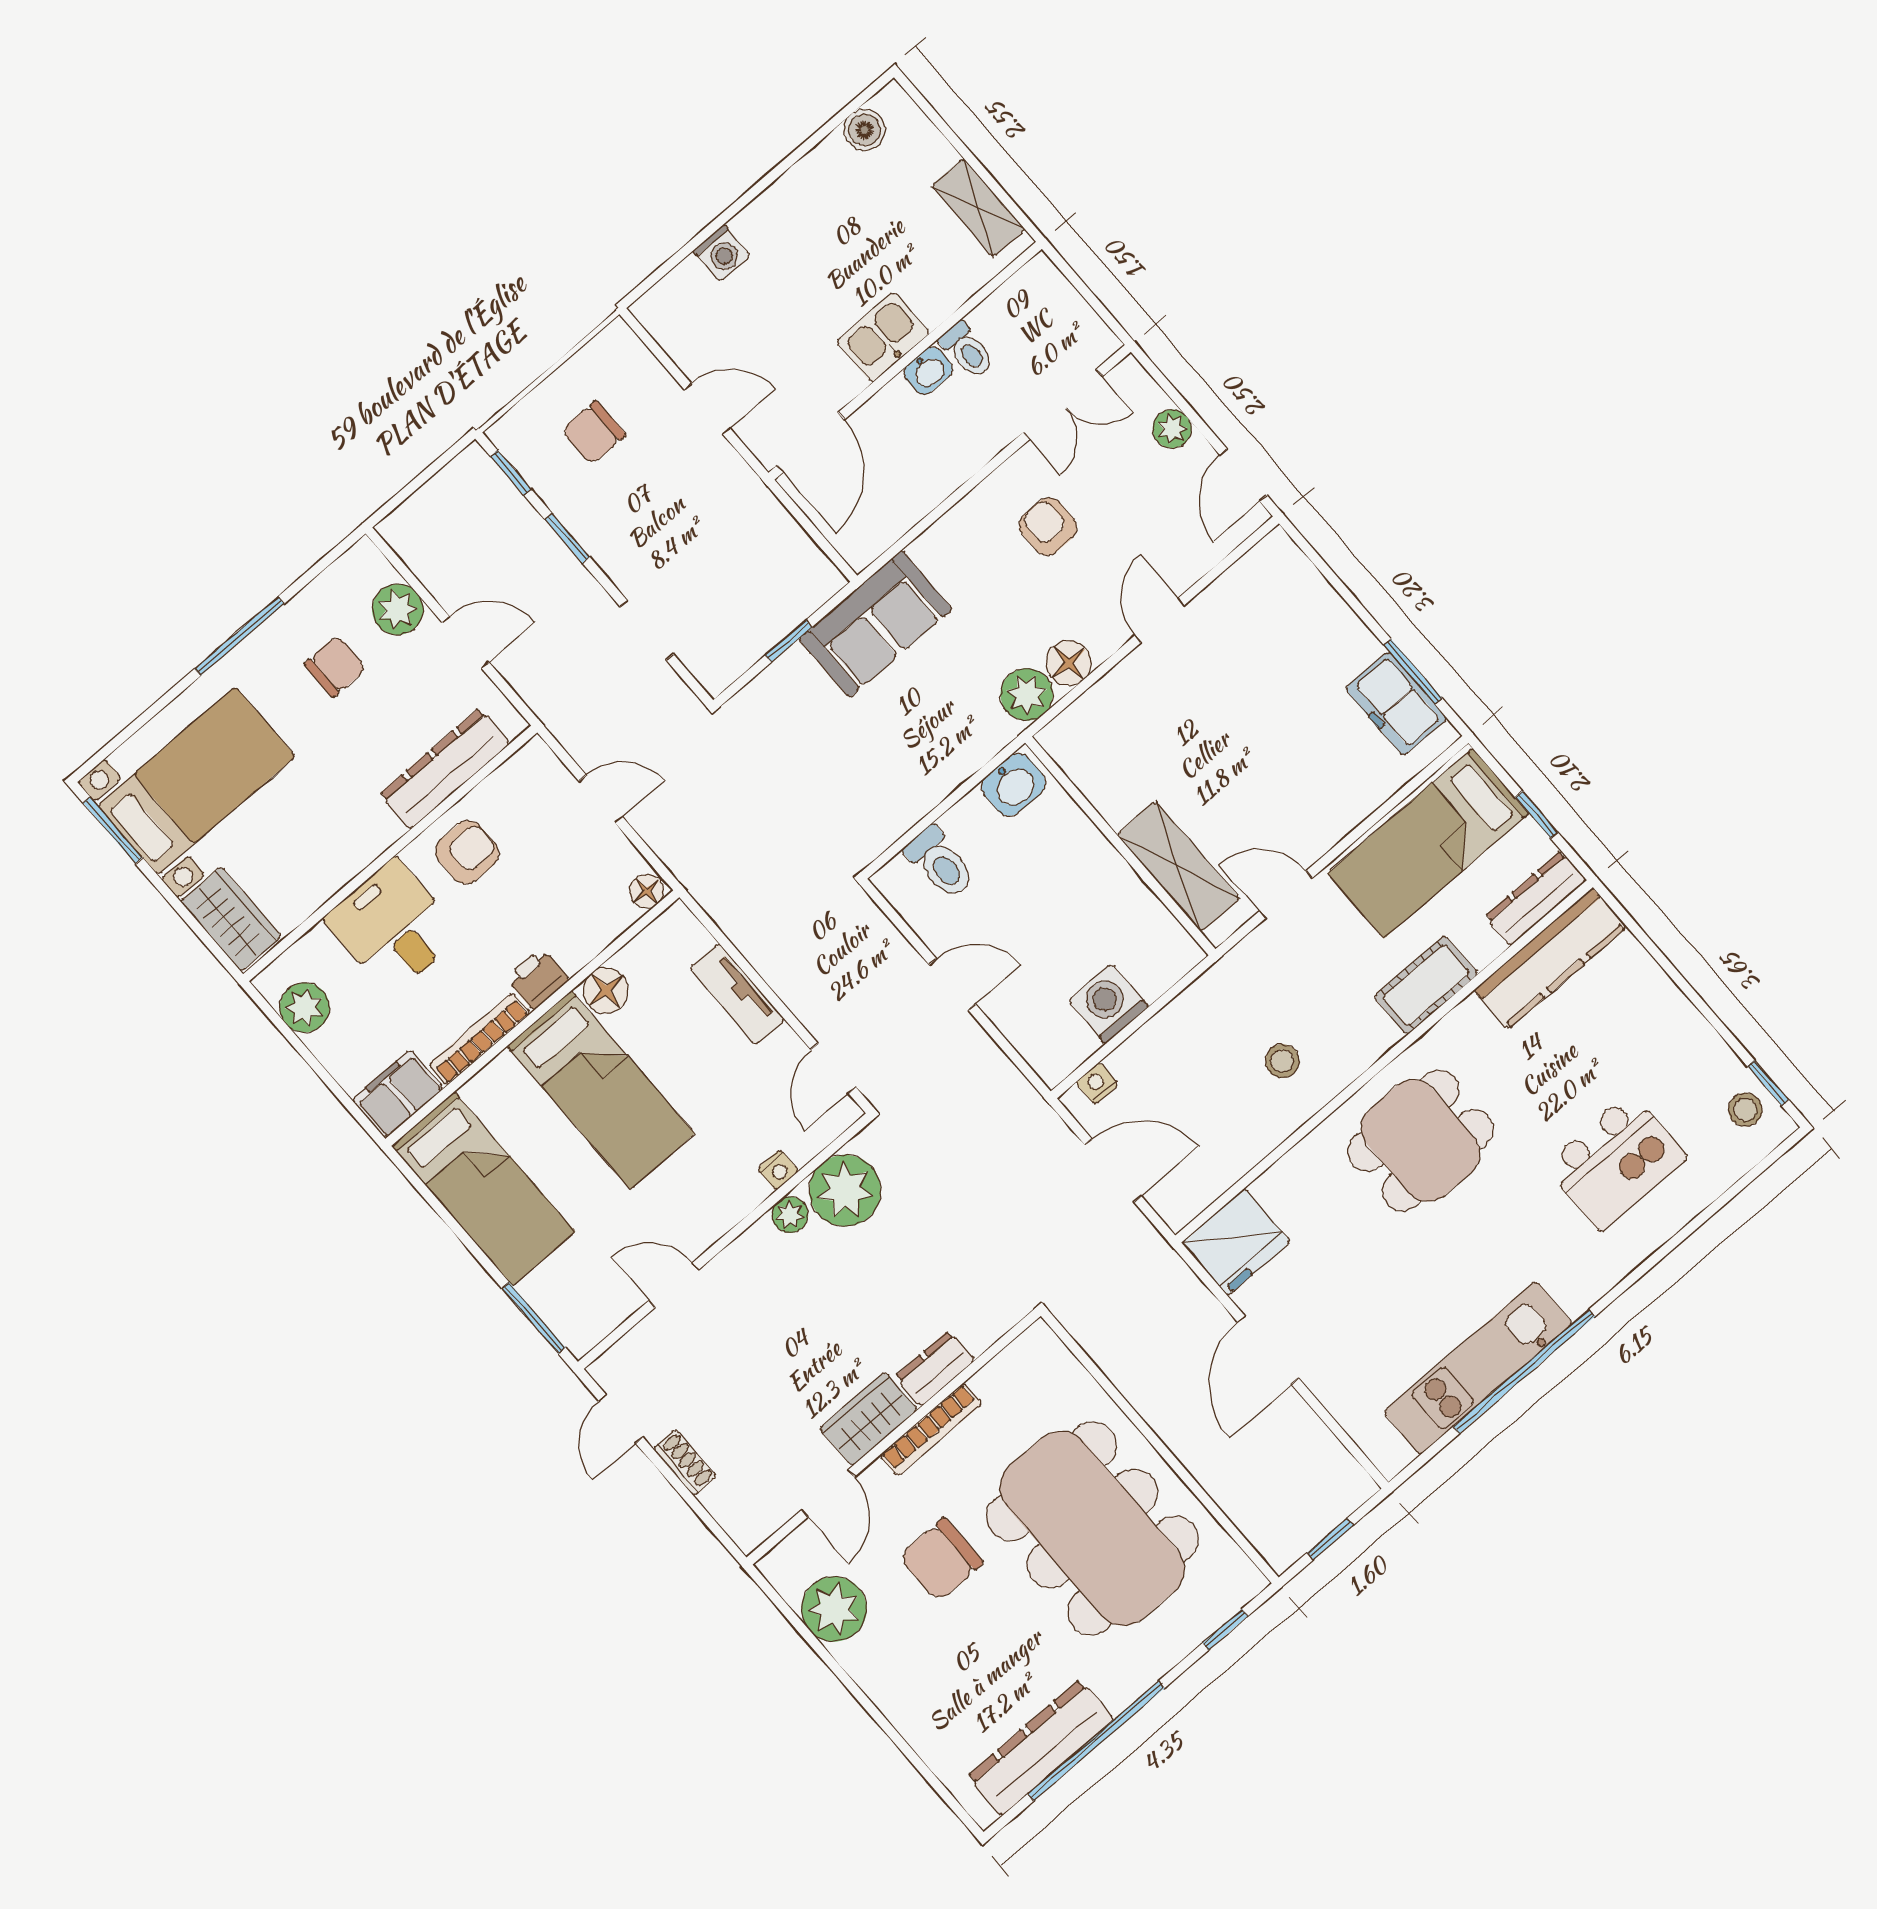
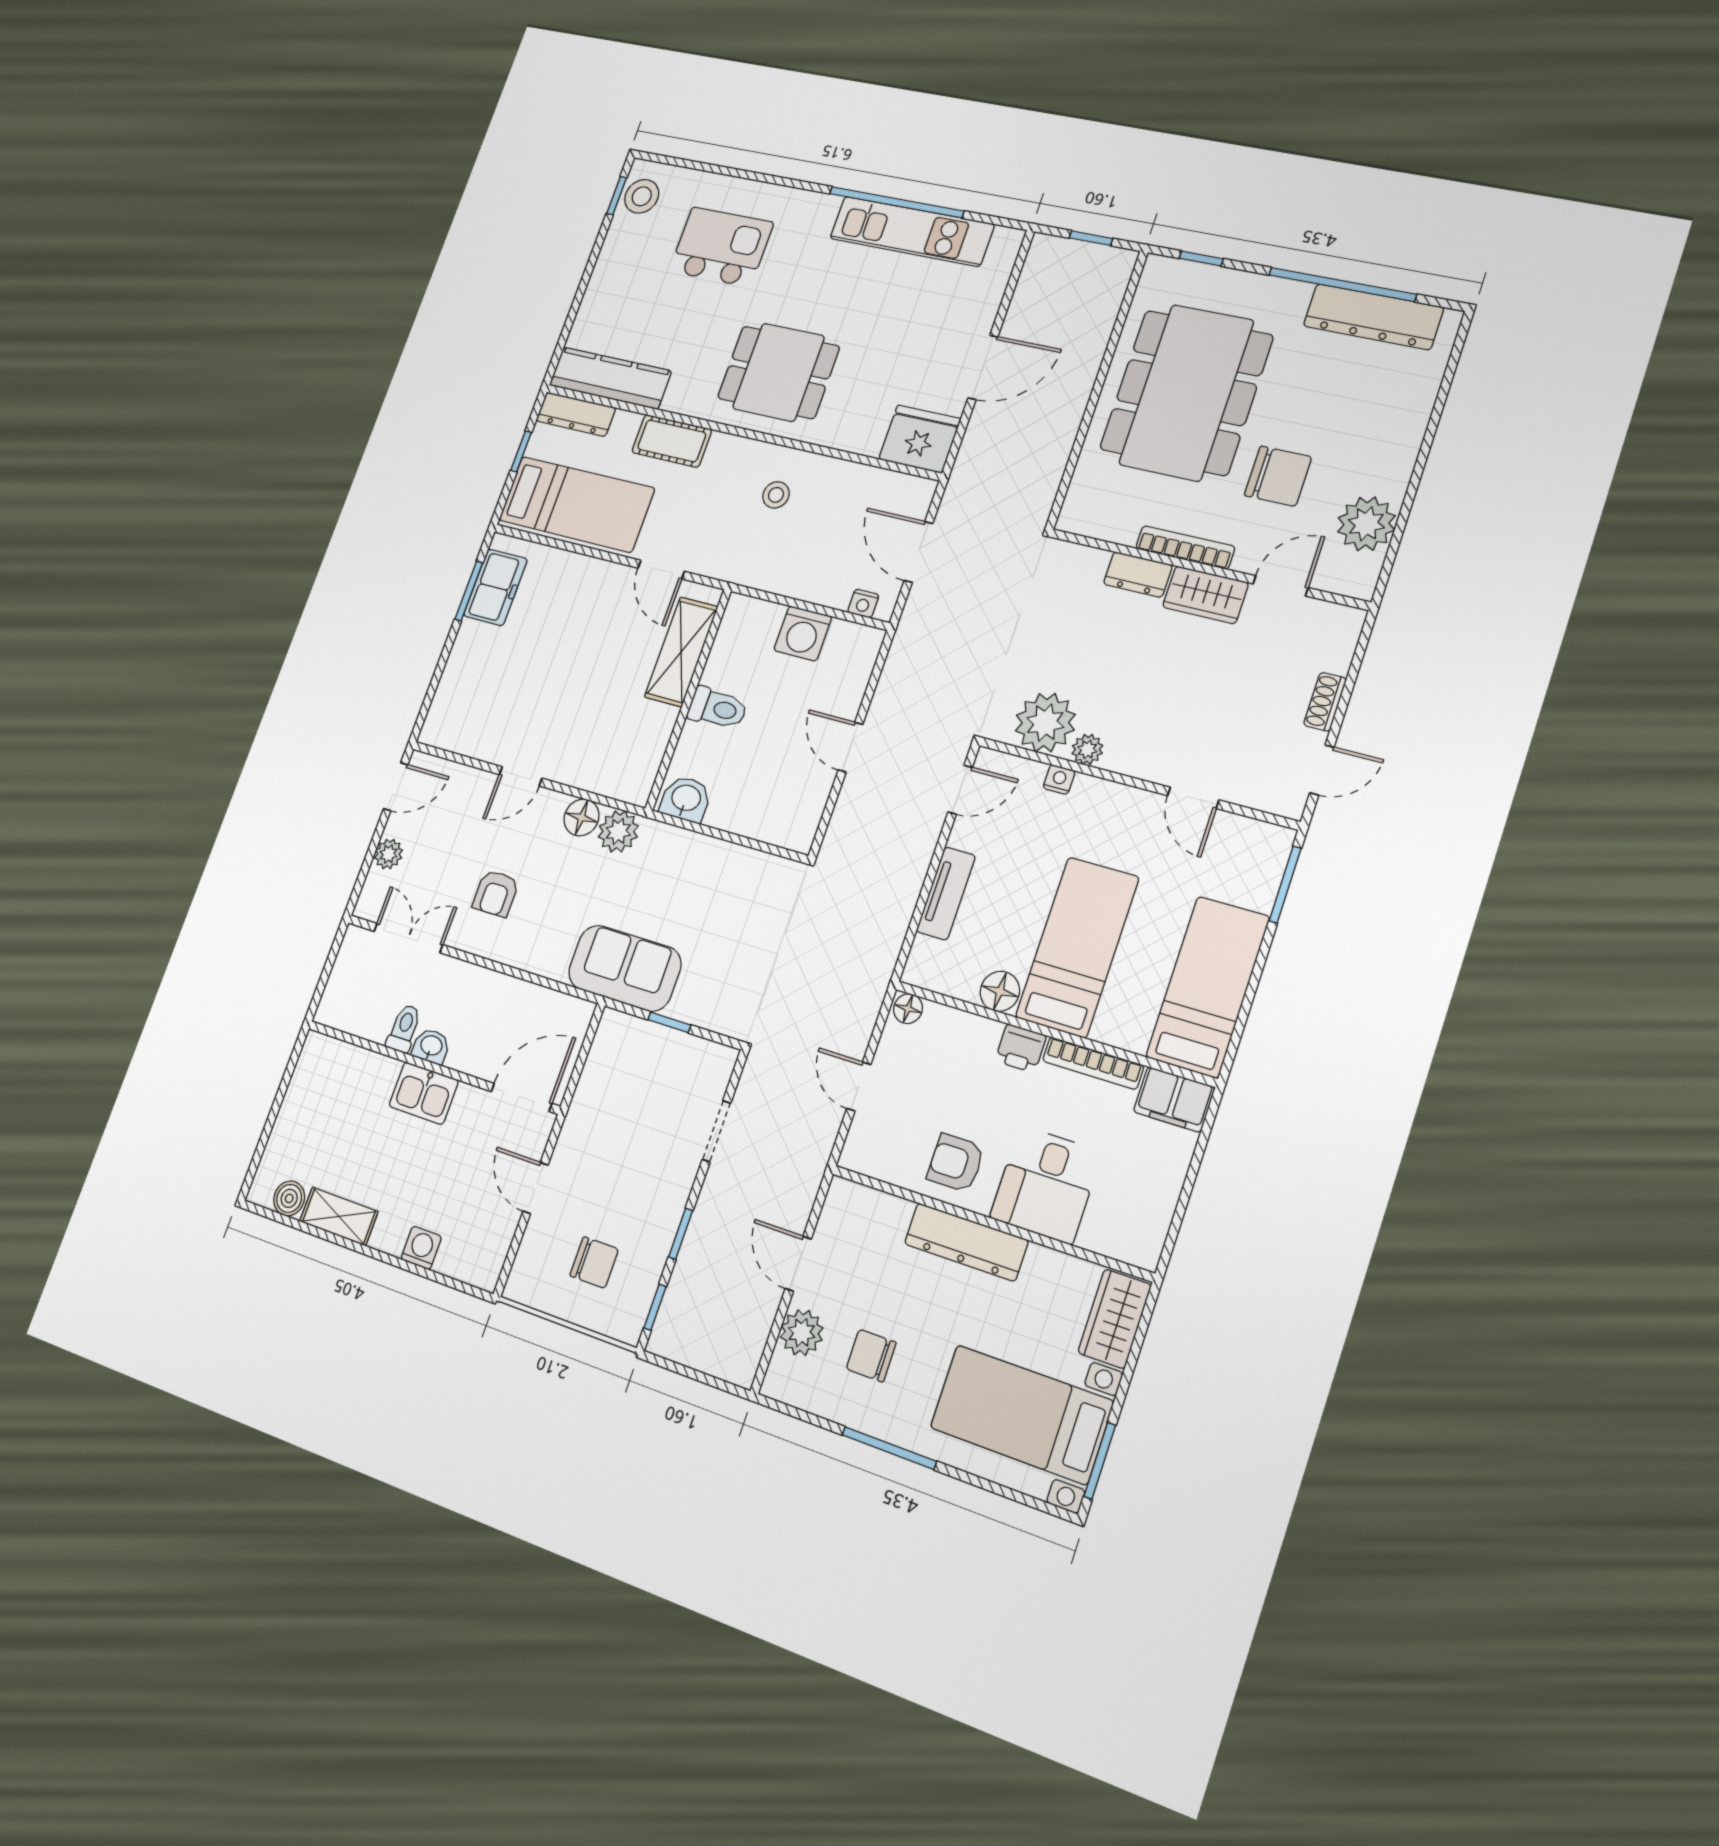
shelving: (978, 208) -> (339, 1216), moved, turned 90
dresser: (445, 769) -> (966, 1242), moved
toilet: (940, 863) -> (718, 708), moved, turned 90
plant: (305, 1008) -> (1150, 1216), removed
stool: (1745, 1110) -> (642, 196), width x1.37, depth x1.37

